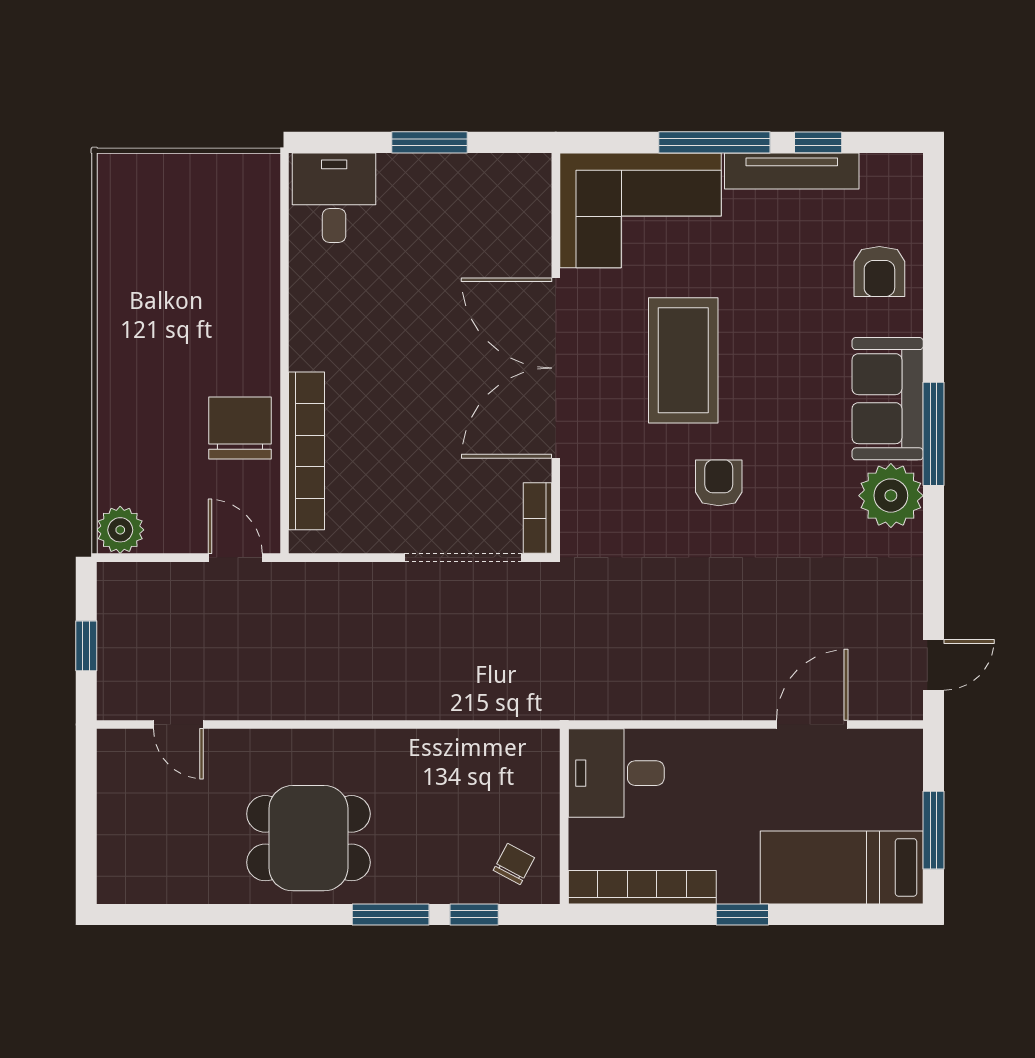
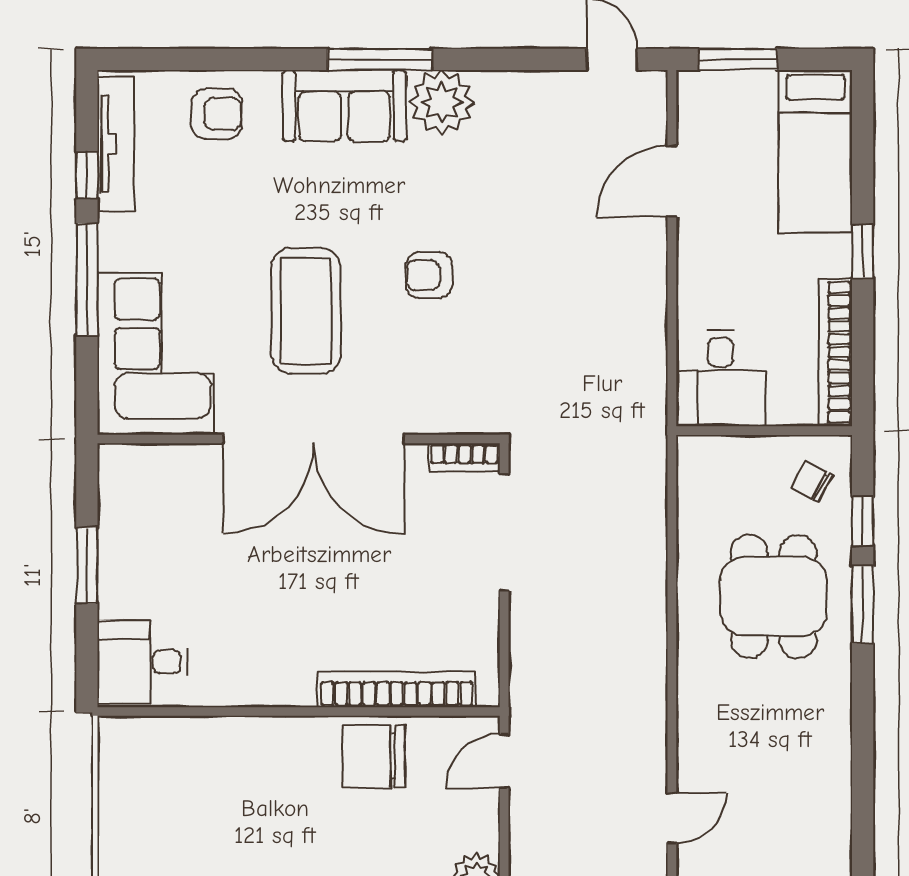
tv unit: (792, 171) -> (116, 144), moved
coffee table: (683, 360) -> (306, 311), turned 90
door: (812, 725) -> (672, 181), hinge flipped
window: (933, 830) -> (738, 59), moved
dining table: (308, 838) -> (774, 596), moved

